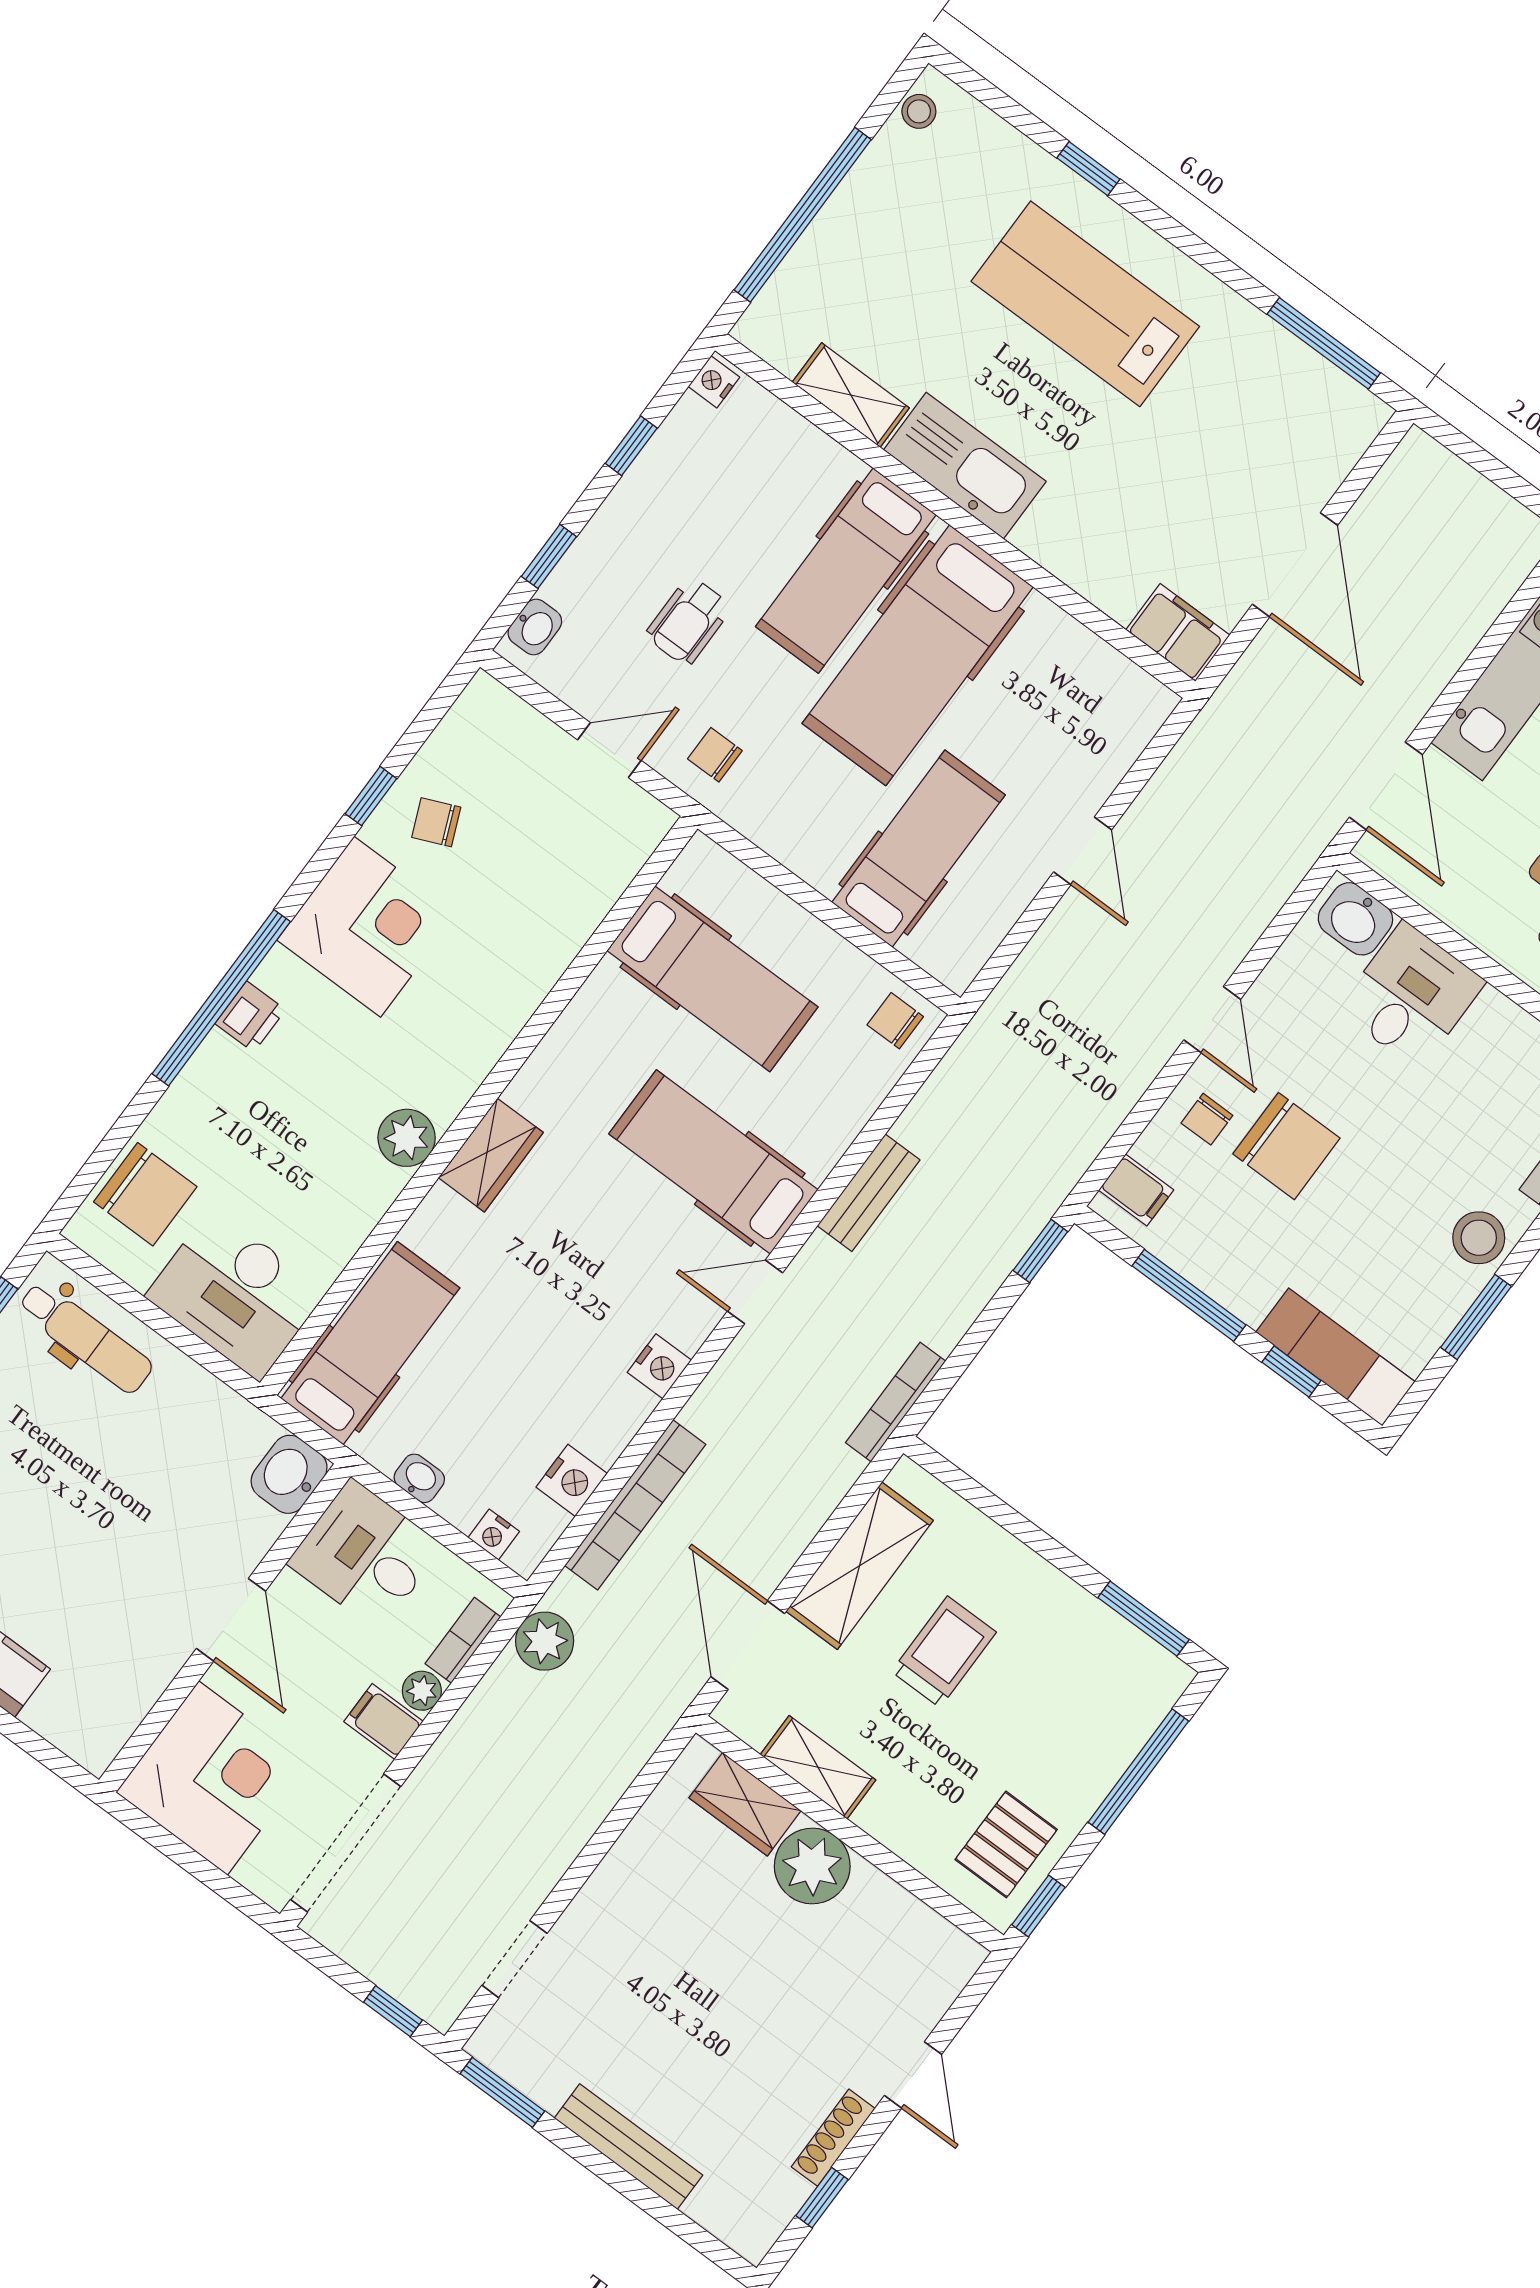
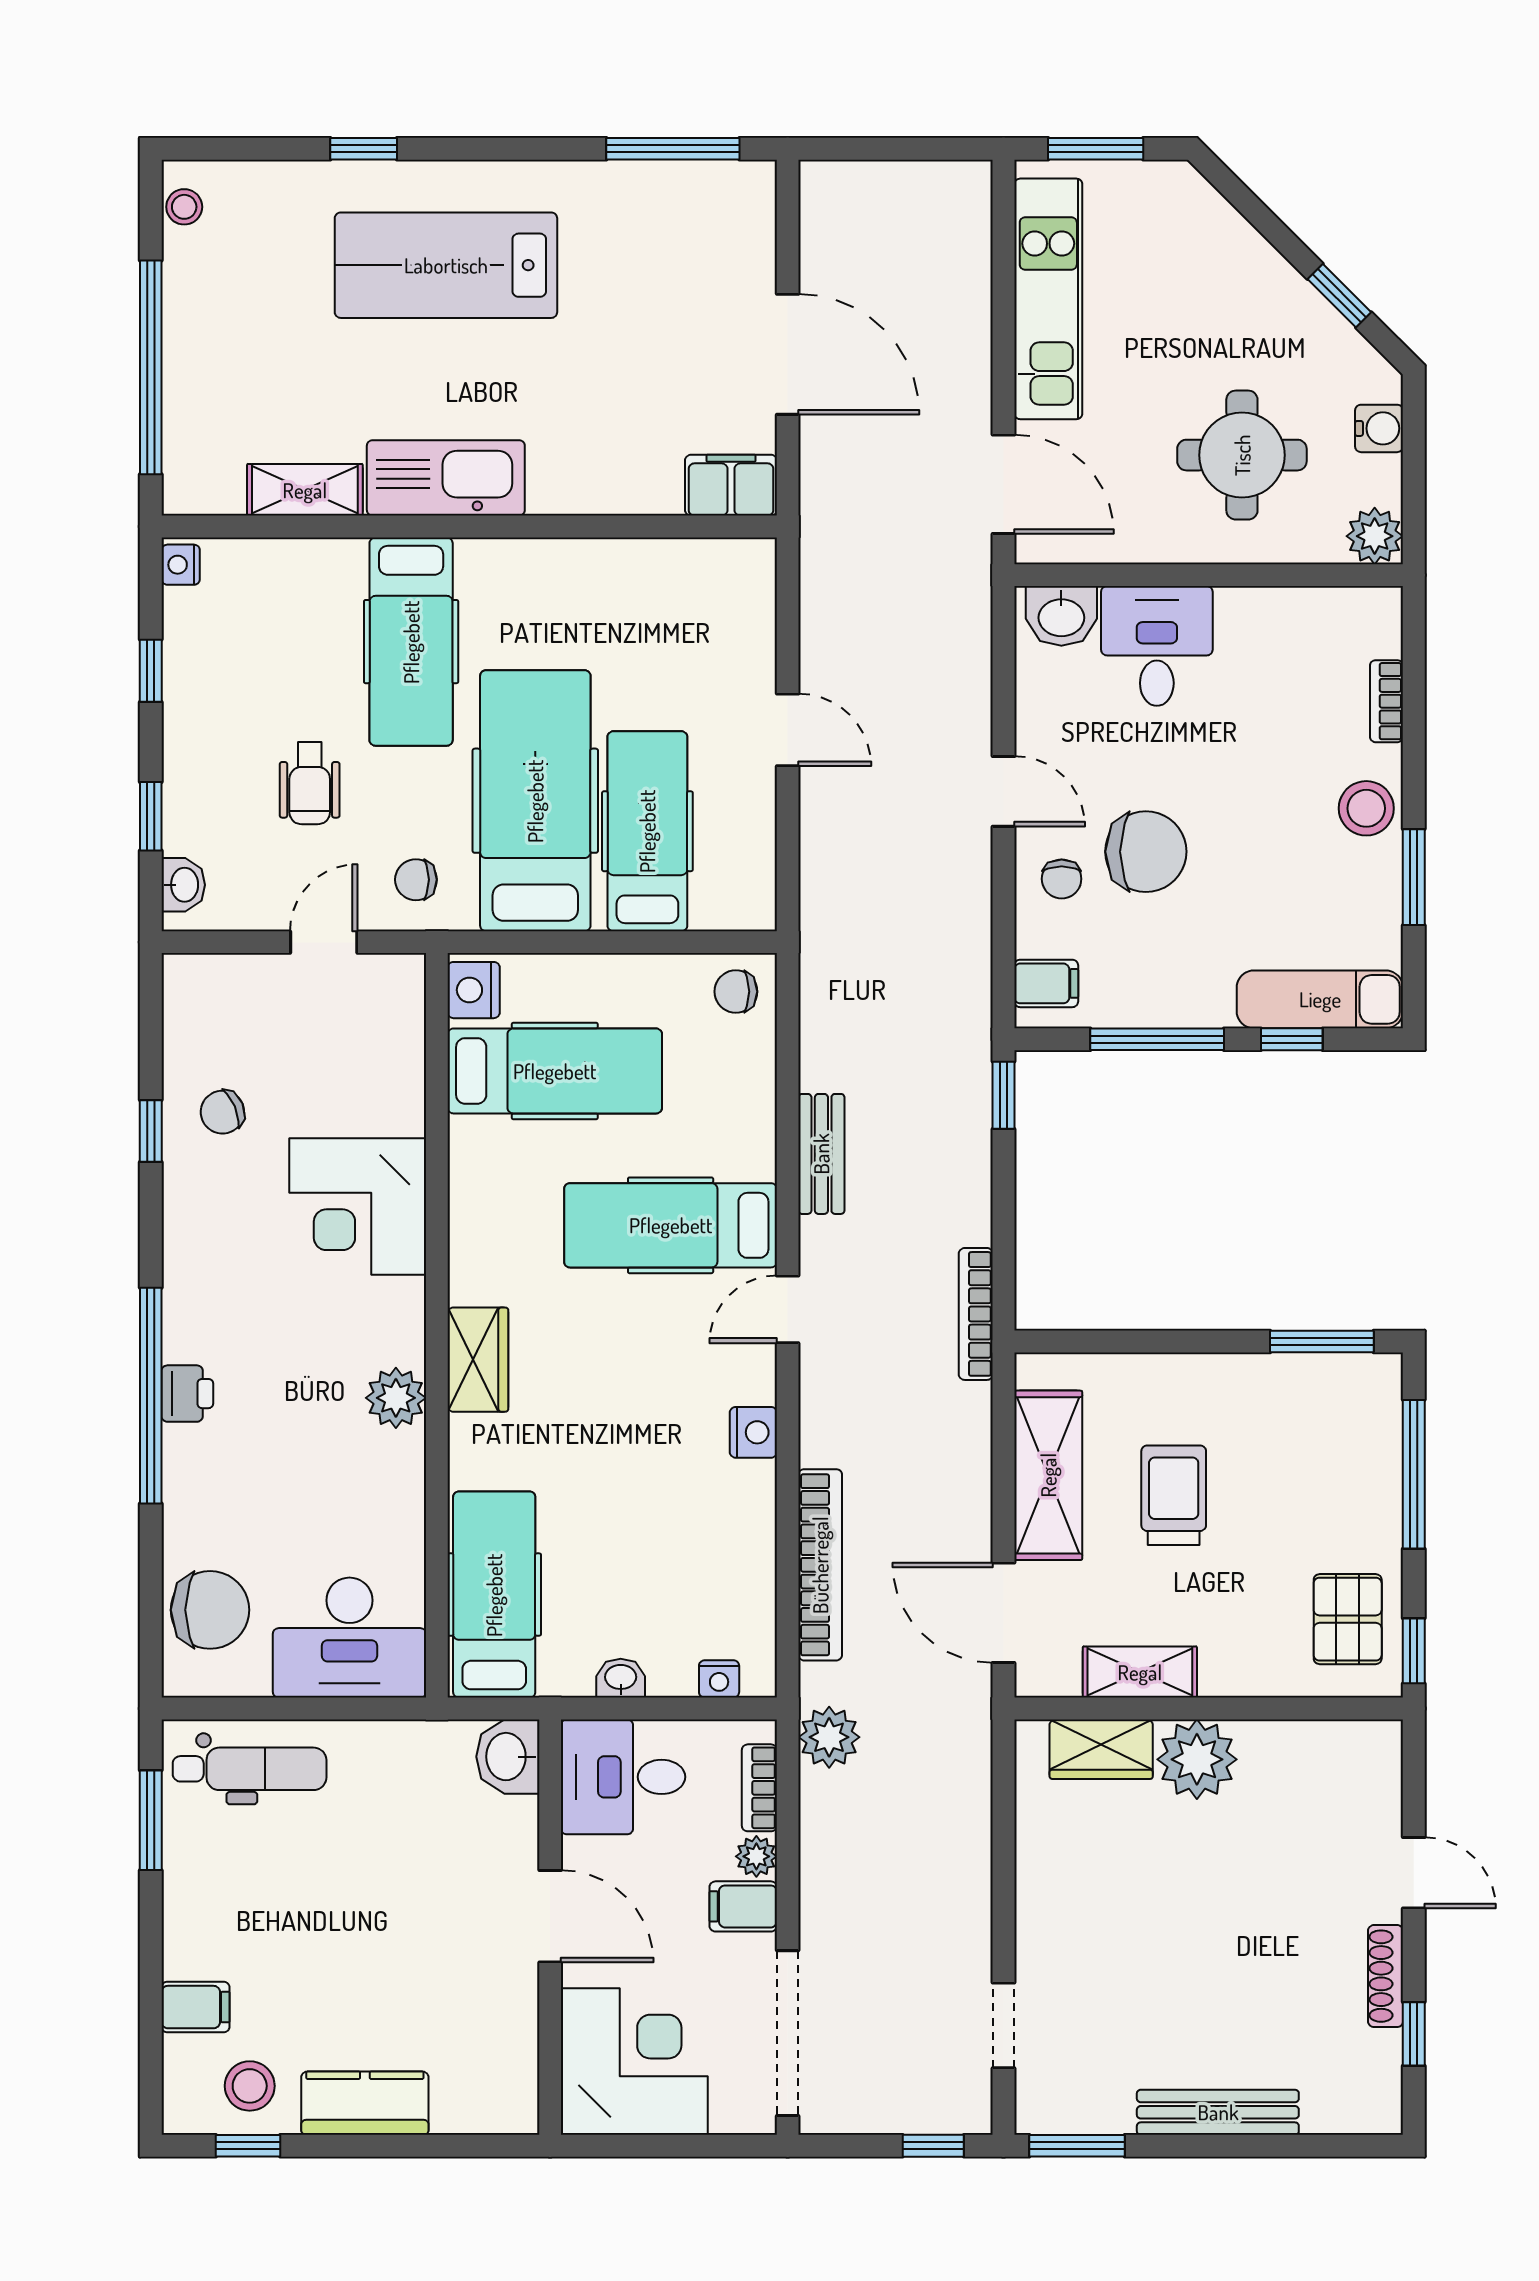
hospital bed: (918, 655) -> (535, 801), moved, turned 180
corner desk: (367, 927) -> (358, 1206), moved, turned 180
nightstand: (572, 1480) -> (474, 990), moved, turned 180

